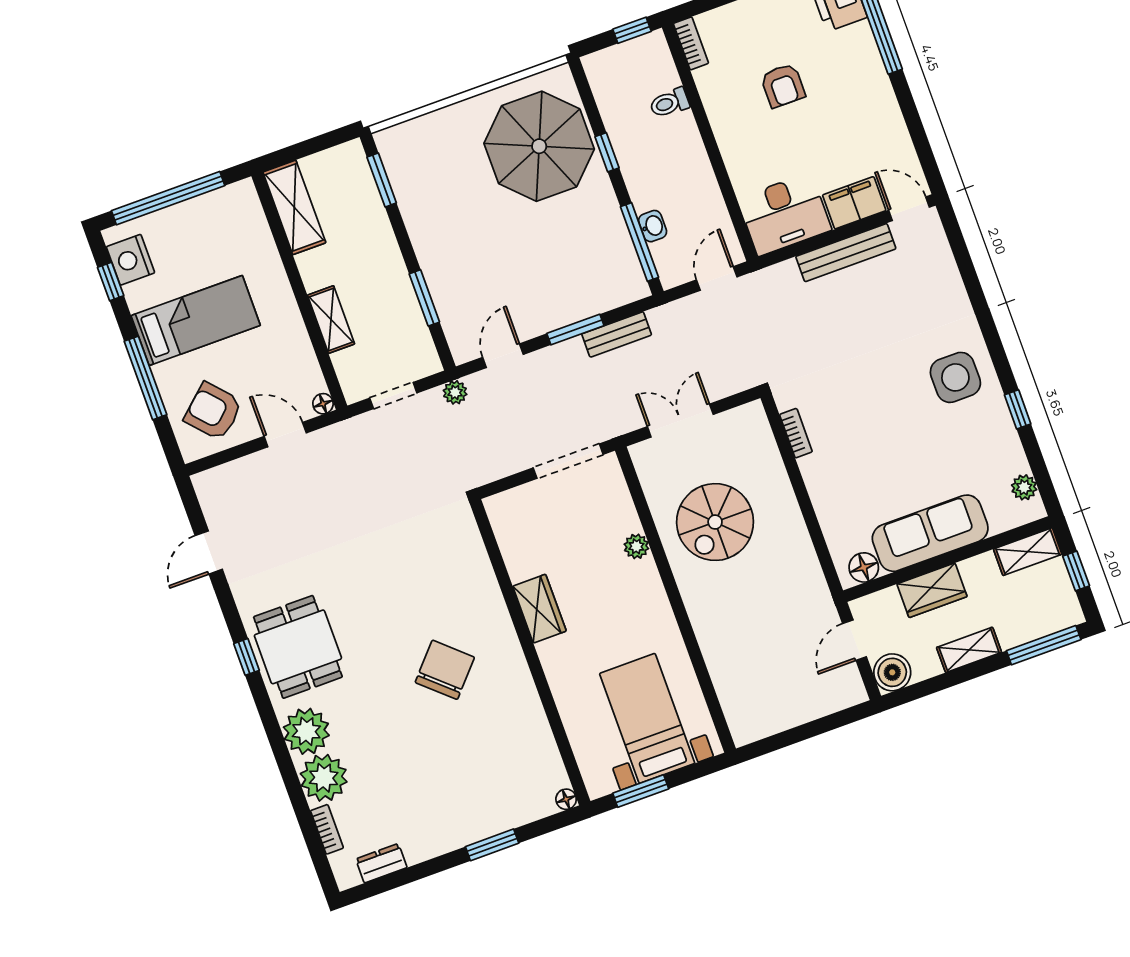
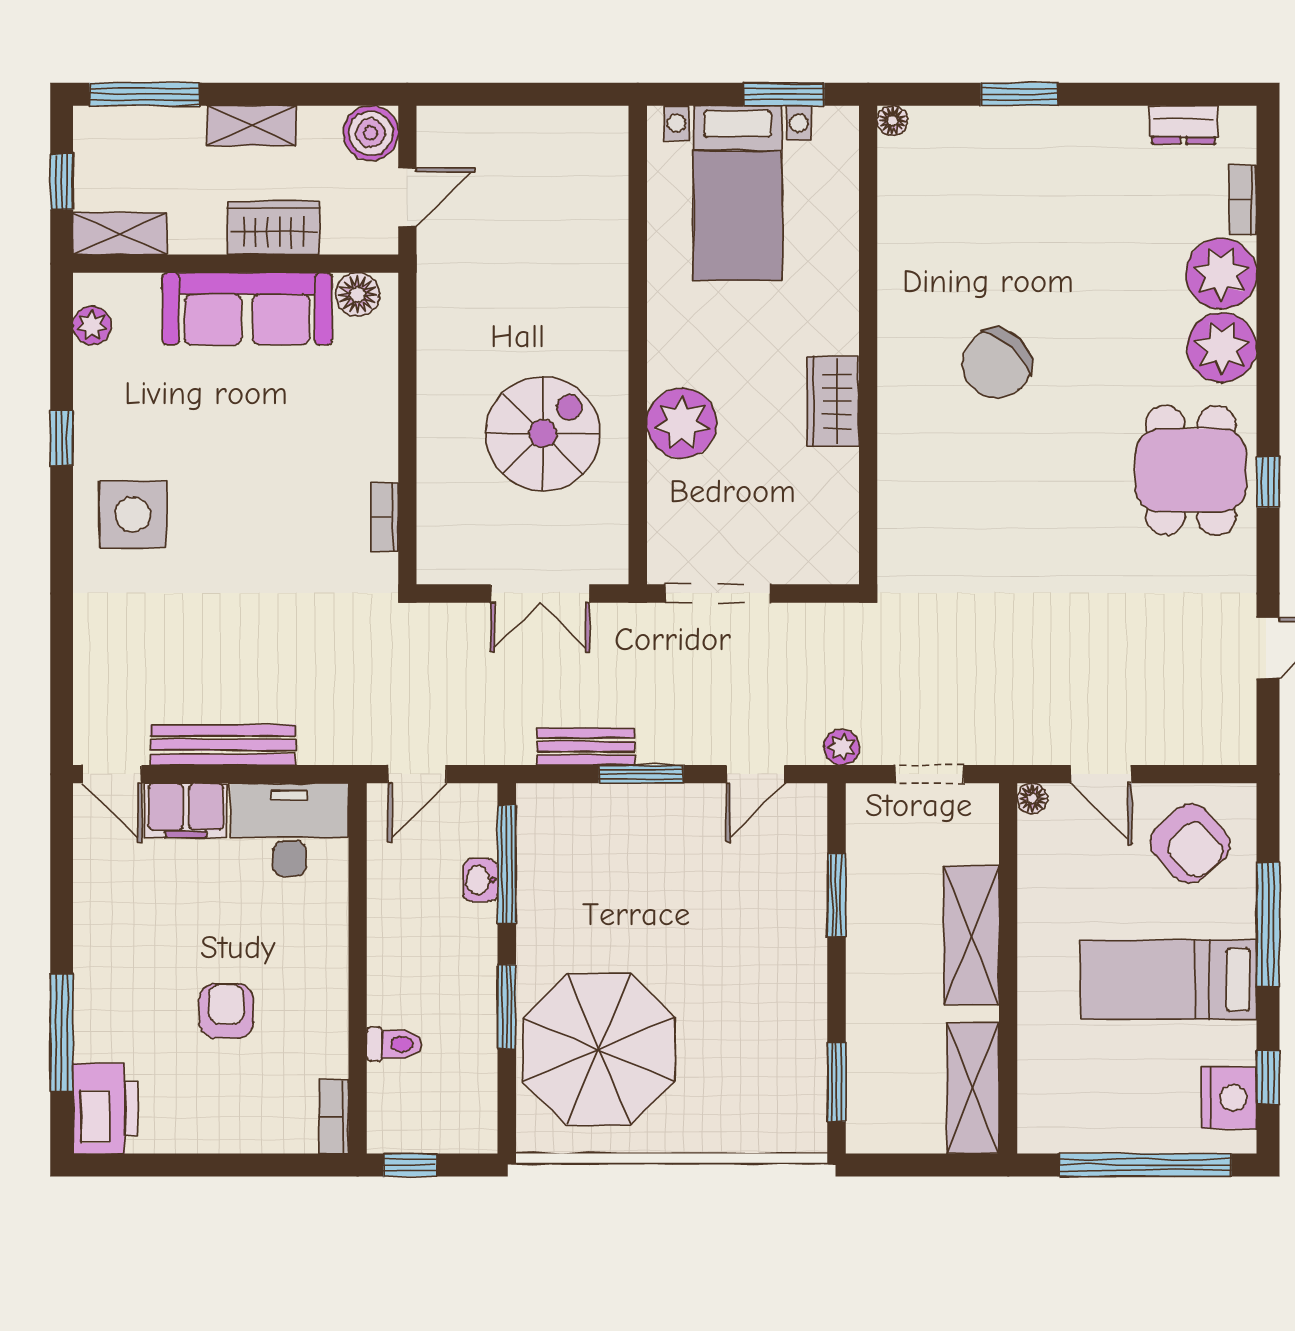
window: (607, 152) -> (507, 1007), width x1.50
shelving: (331, 320) -> (971, 935), width x1.50, depth x1.33
plant: (636, 546) -> (682, 423), width x1.87, depth x1.87

